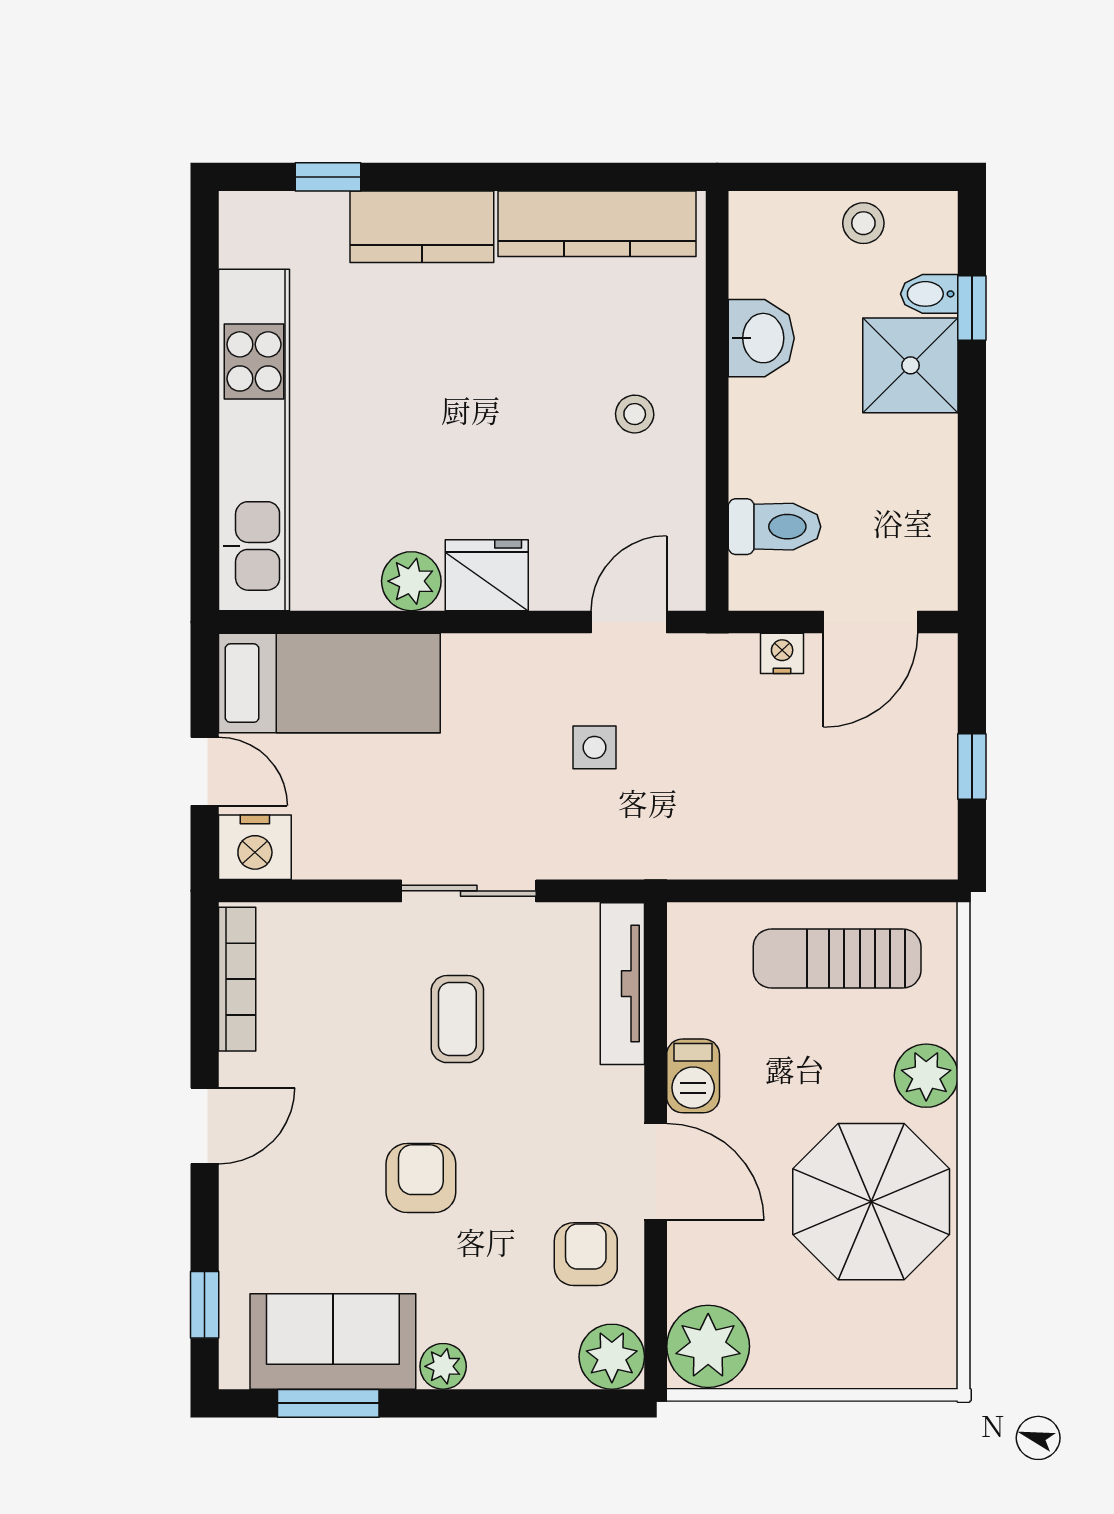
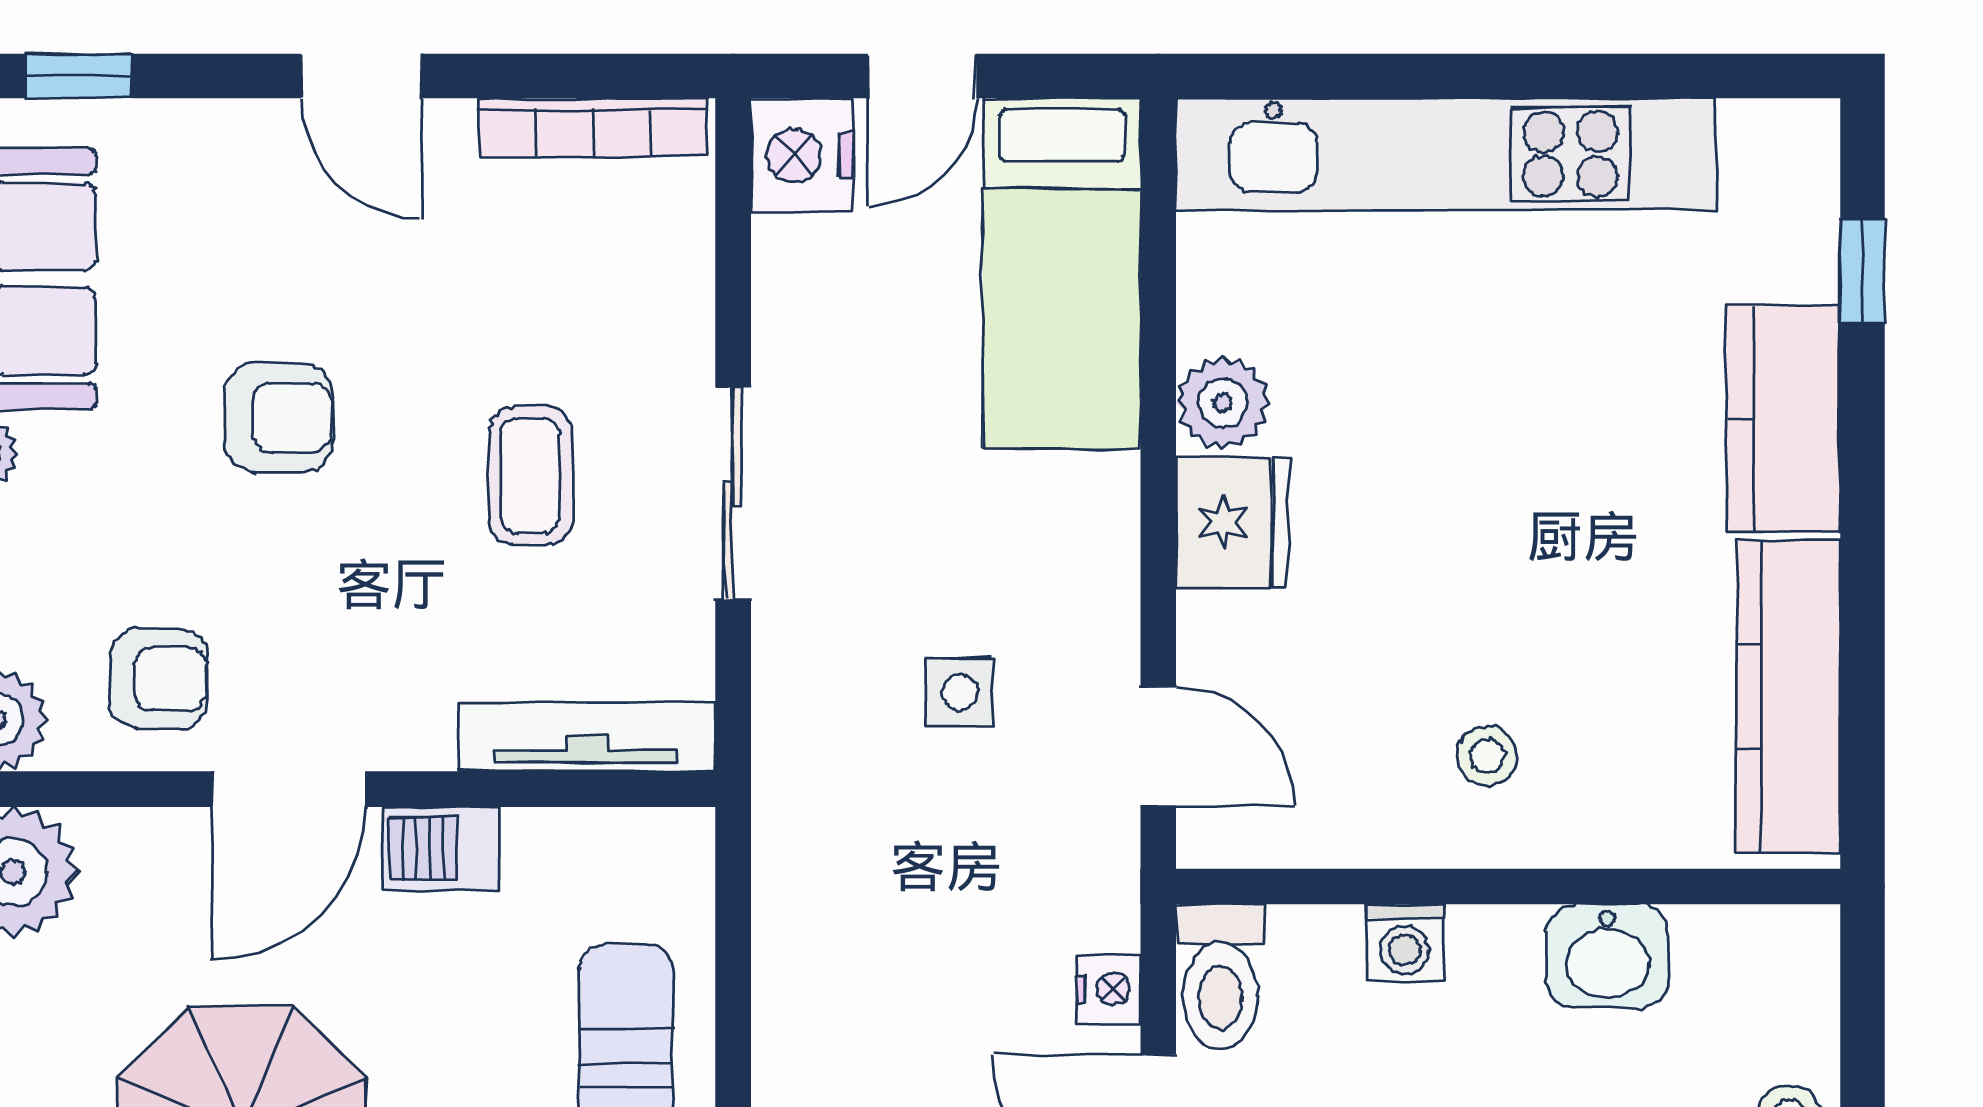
washing machine: (753, 466) -> (1405, 943), added
toilet: (774, 527) -> (1220, 977), moved
coffee table: (457, 1019) -> (530, 476), turned 90

